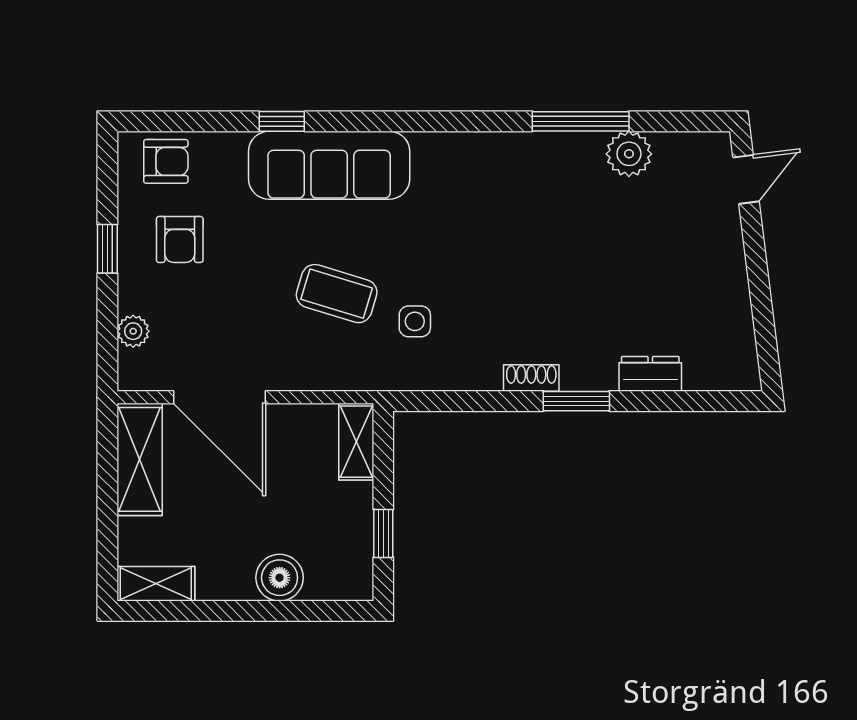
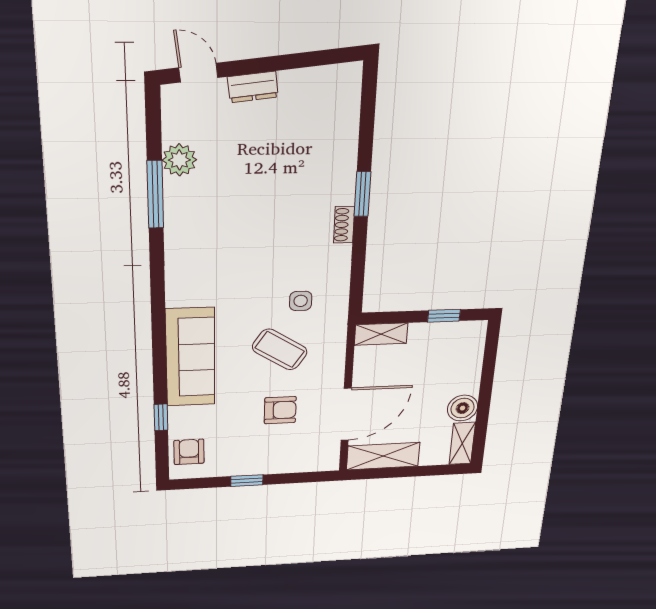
window: (282, 121) -> (161, 417), moved
armchair: (180, 239) -> (280, 410), moved
coffee table: (337, 294) -> (280, 349), turned -74
plant: (133, 331) -> (301, 464), removed
dresser: (650, 374) -> (253, 87), moved, turned -97
boiler: (280, 578) -> (463, 408), moved

